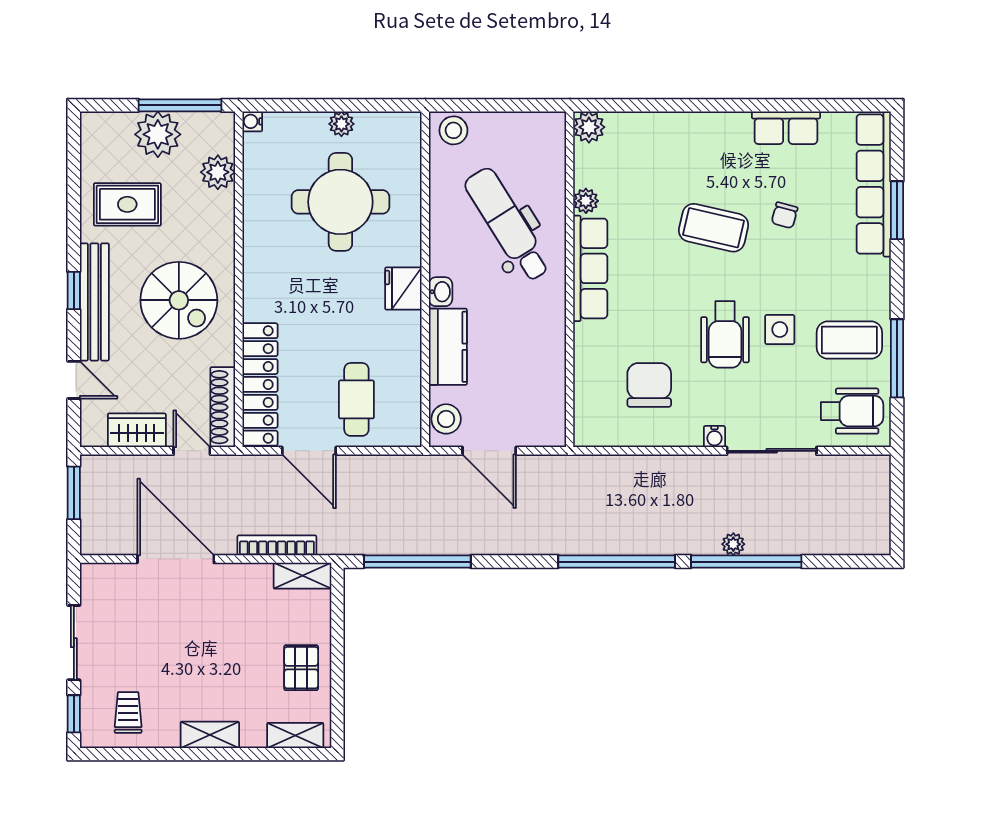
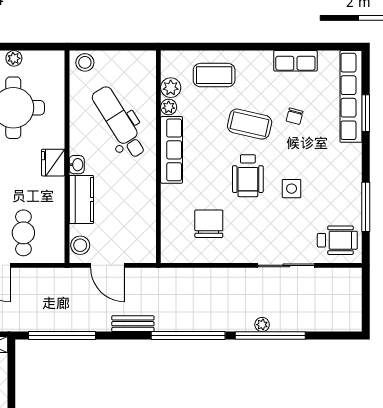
plant: (589, 127) -> (171, 88), moved
wheelchair: (725, 334) -> (248, 176), moved
coffee table: (849, 340) -> (214, 75), moved
water cooler: (714, 437) -> (250, 256), removed
bench: (529, 543) -> (133, 324), added

